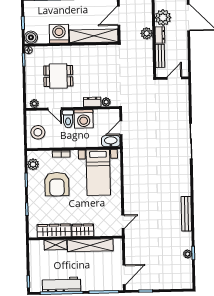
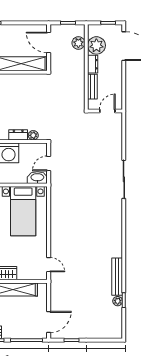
door: (119, 16) -> (49, 42), hinge flipped
plant: (147, 33) -> (78, 43), moved
bench: (186, 214) -> (117, 277), moved
door: (123, 222) -> (49, 265), hinge flipped

